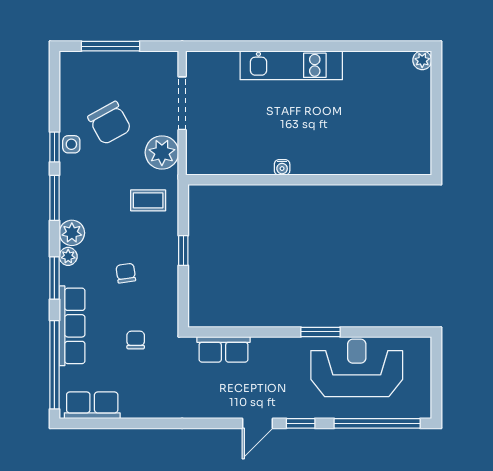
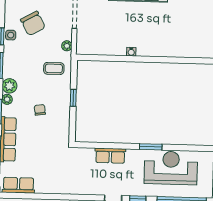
plant: (162, 152) -> (67, 46), width x0.53, depth x0.53
chair: (136, 340) -> (44, 148), removed
row of seats: (223, 349) -> (110, 156), moved

